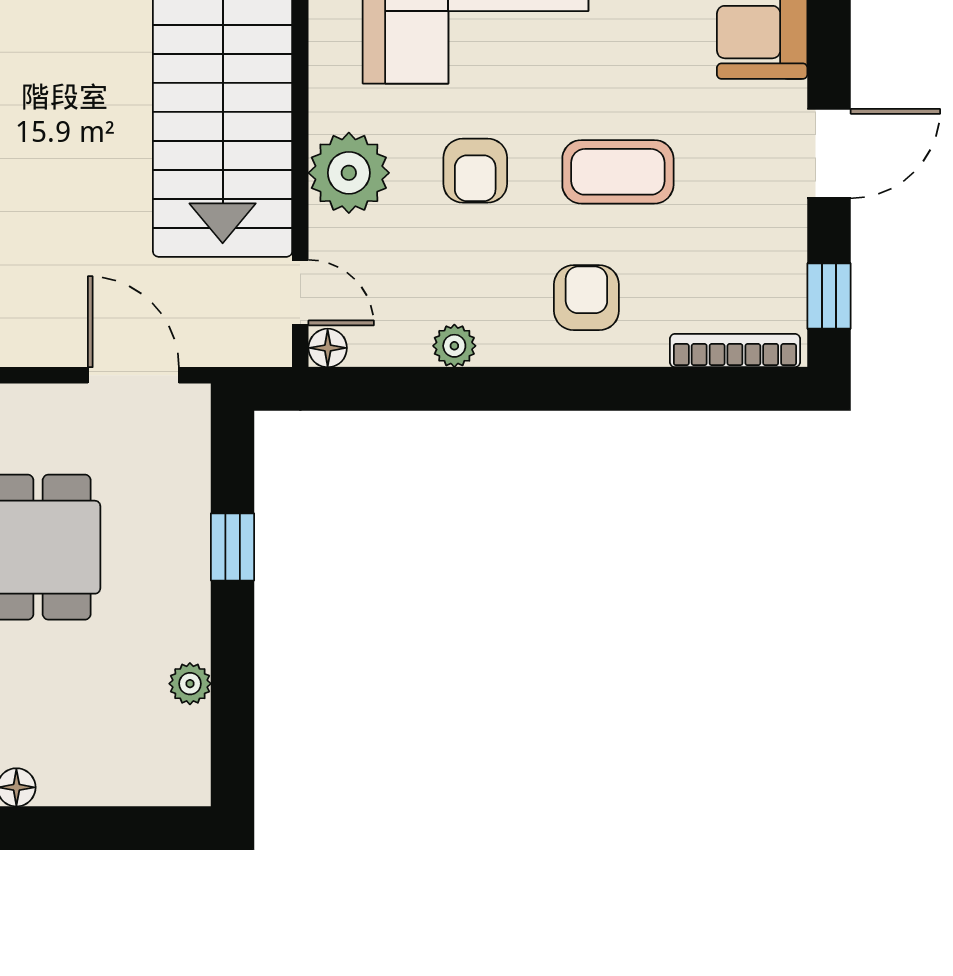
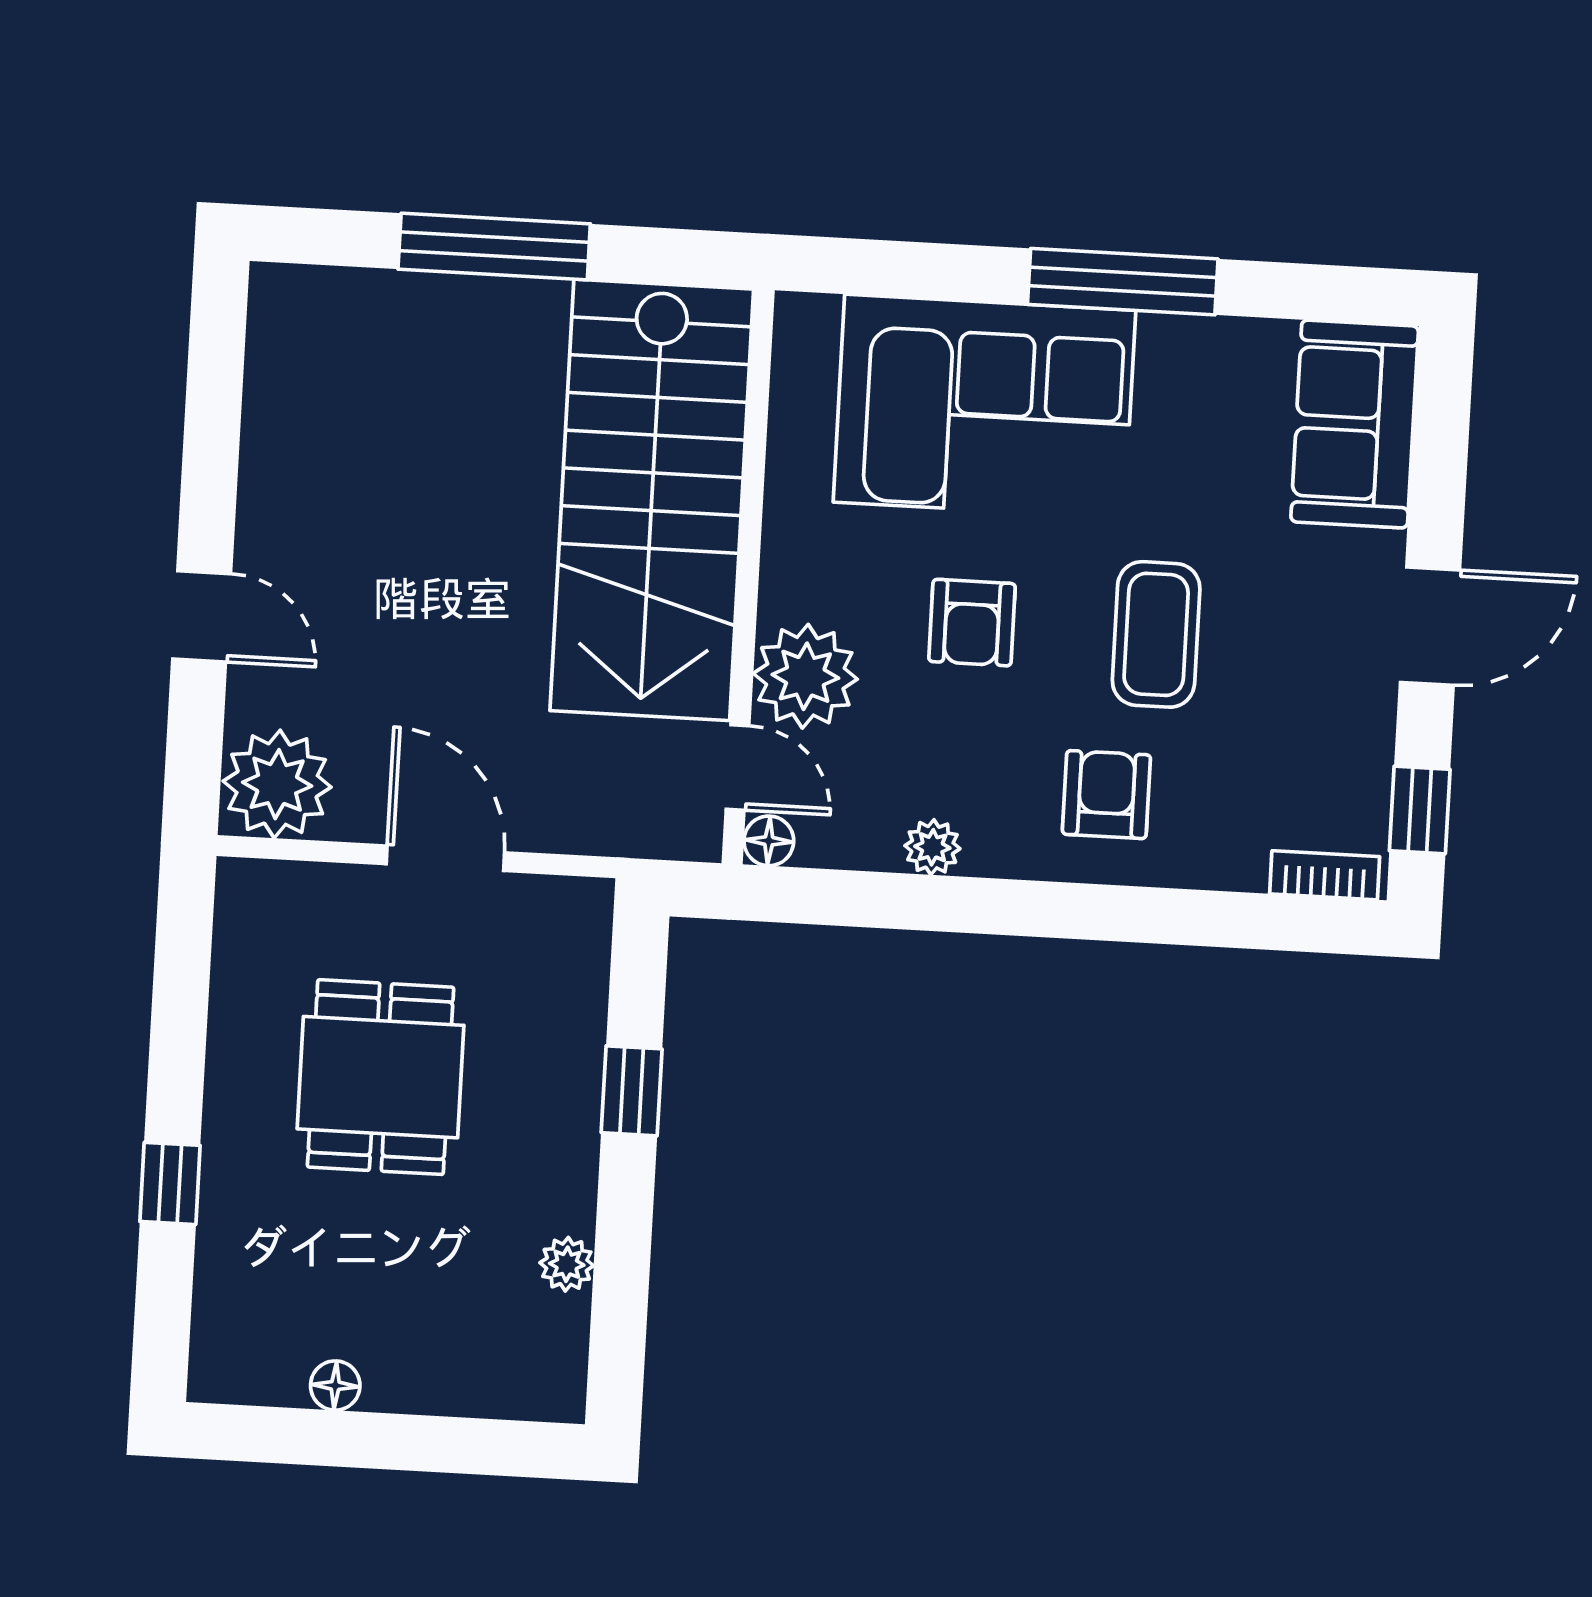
coffee table: (618, 172) -> (1156, 634), turned 90
plant: (349, 173) -> (805, 676), moved
bookcase: (735, 351) -> (1325, 875), width x0.64
door: (133, 375) -> (445, 858), moved

